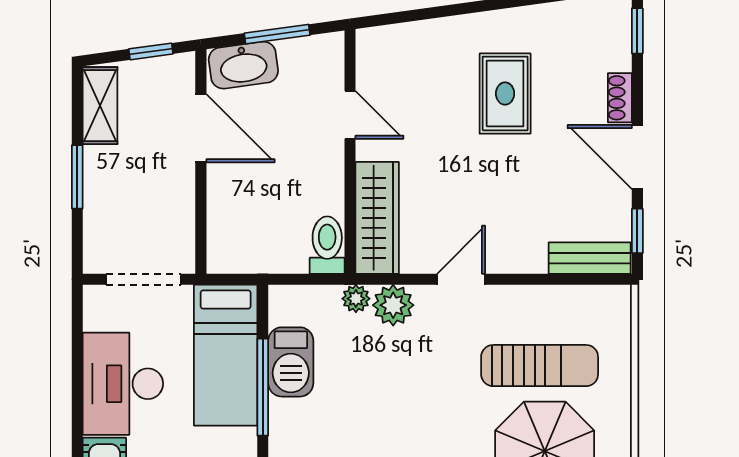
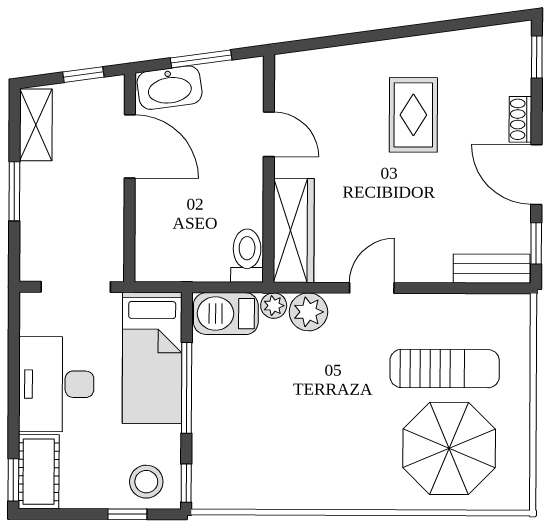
barbecue: (291, 362) -> (226, 314), moved, turned 90

